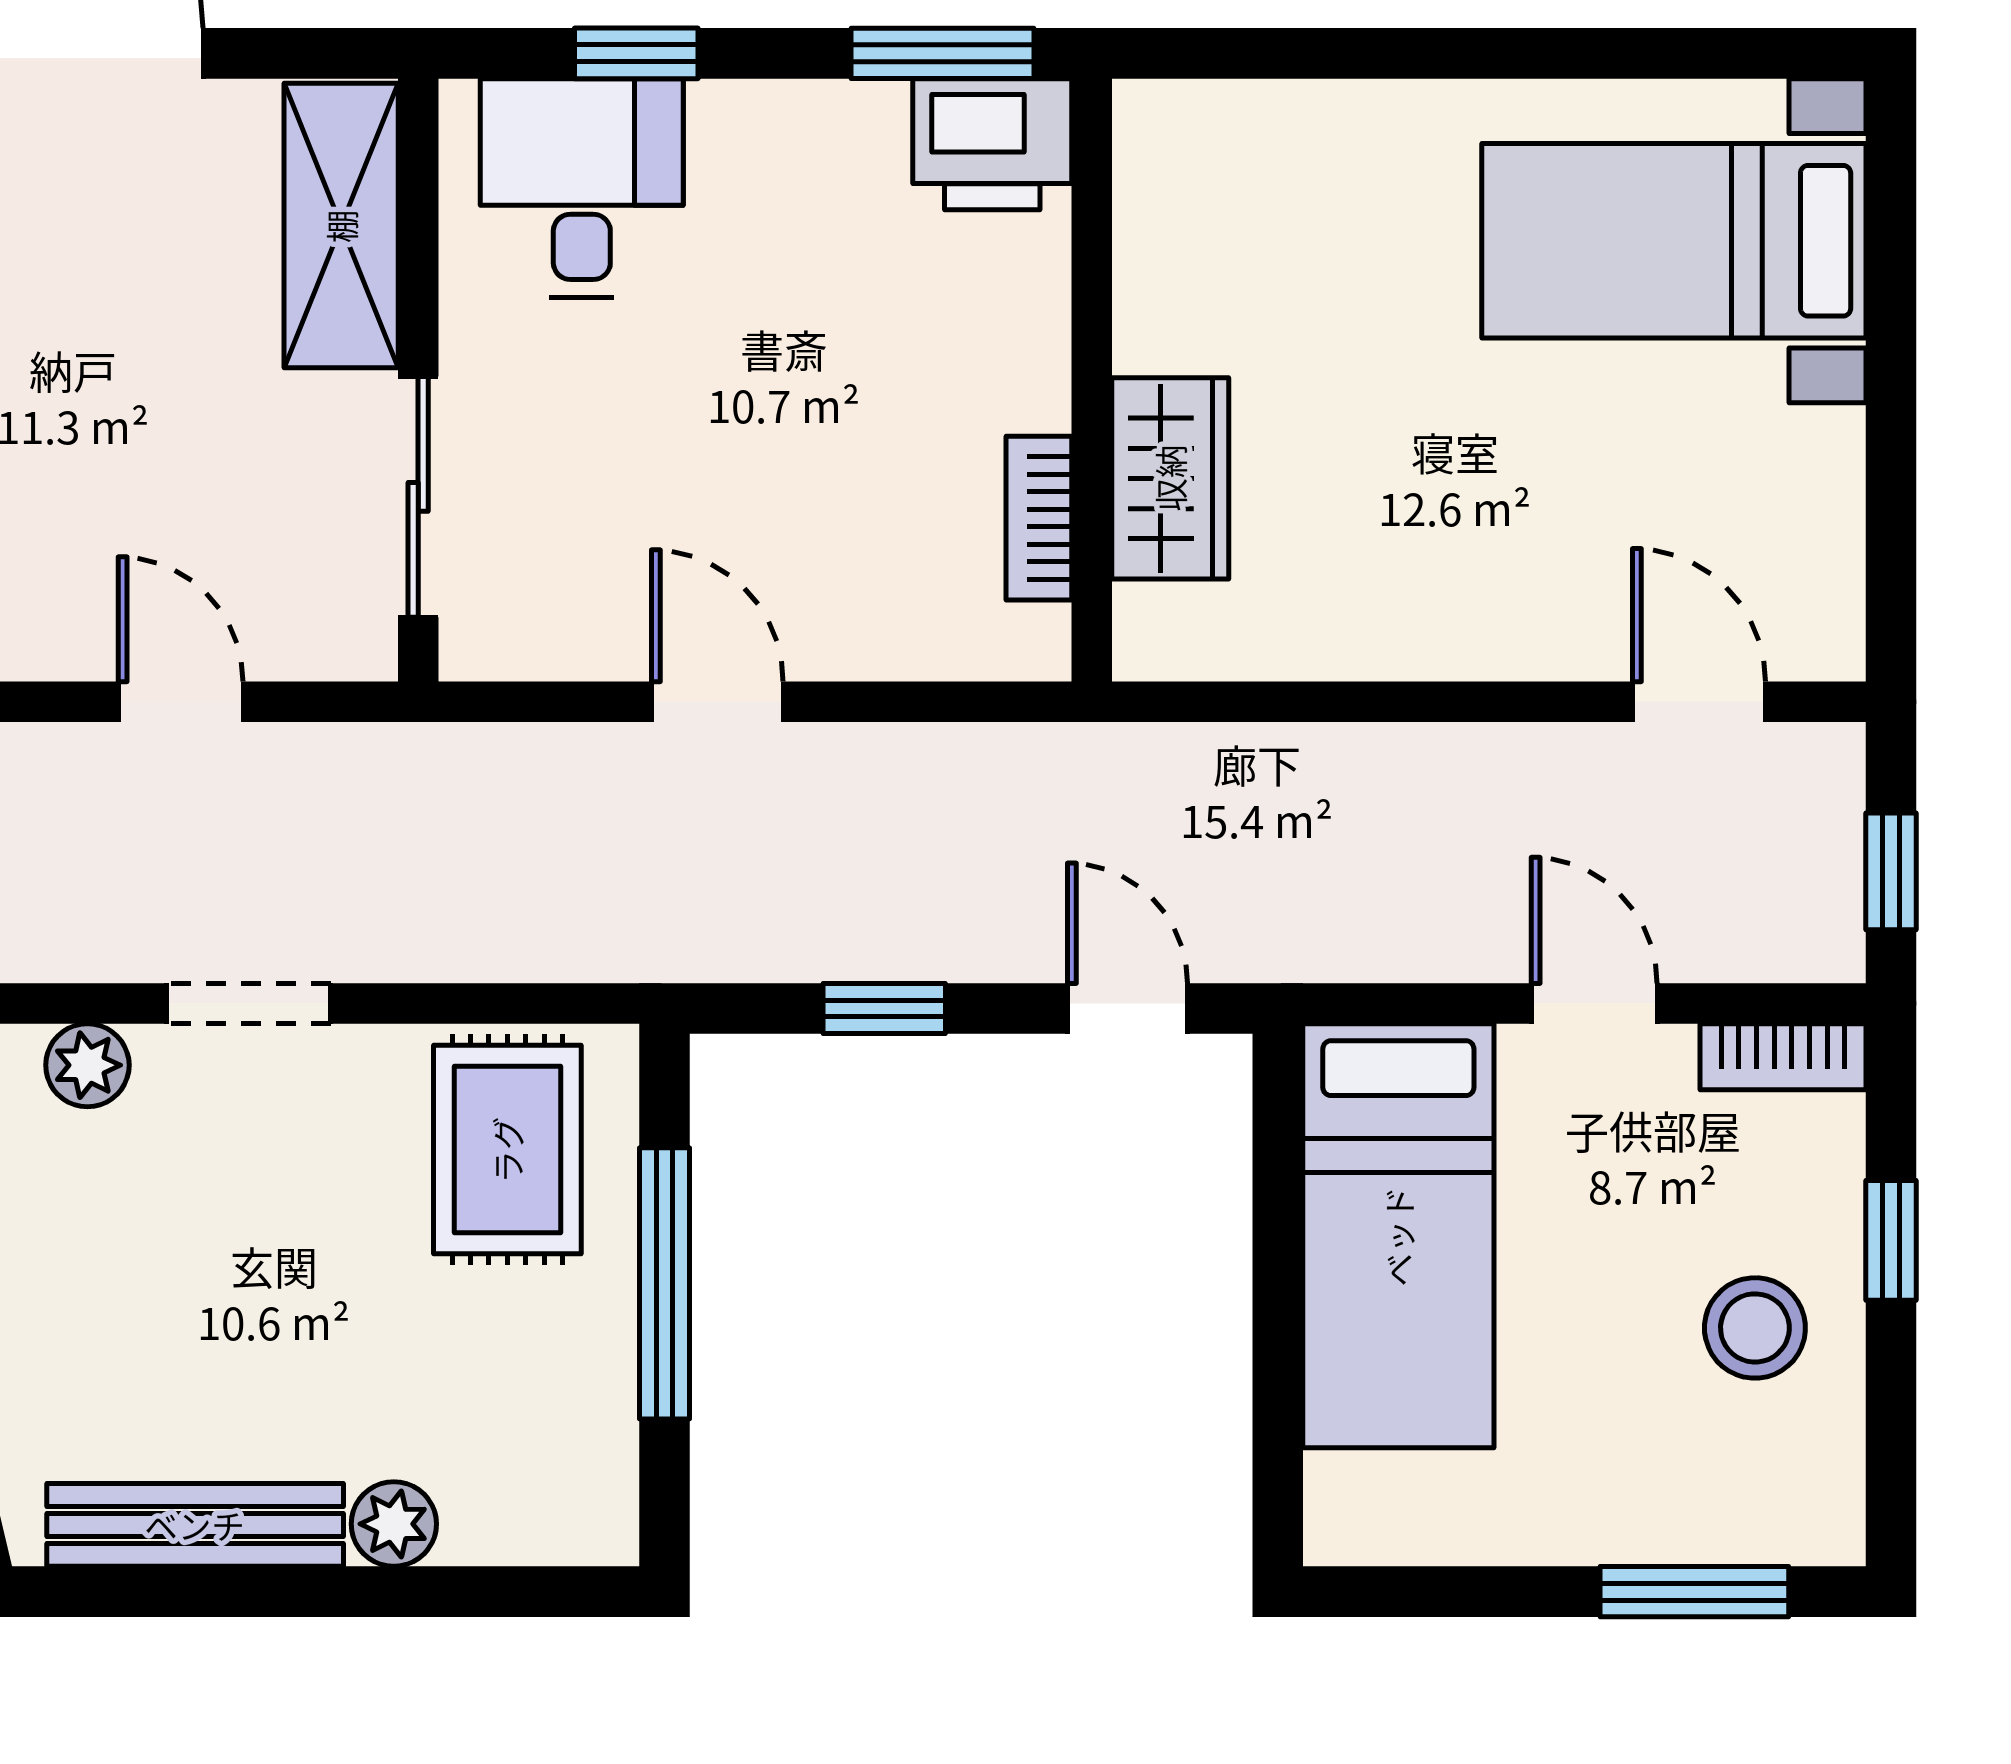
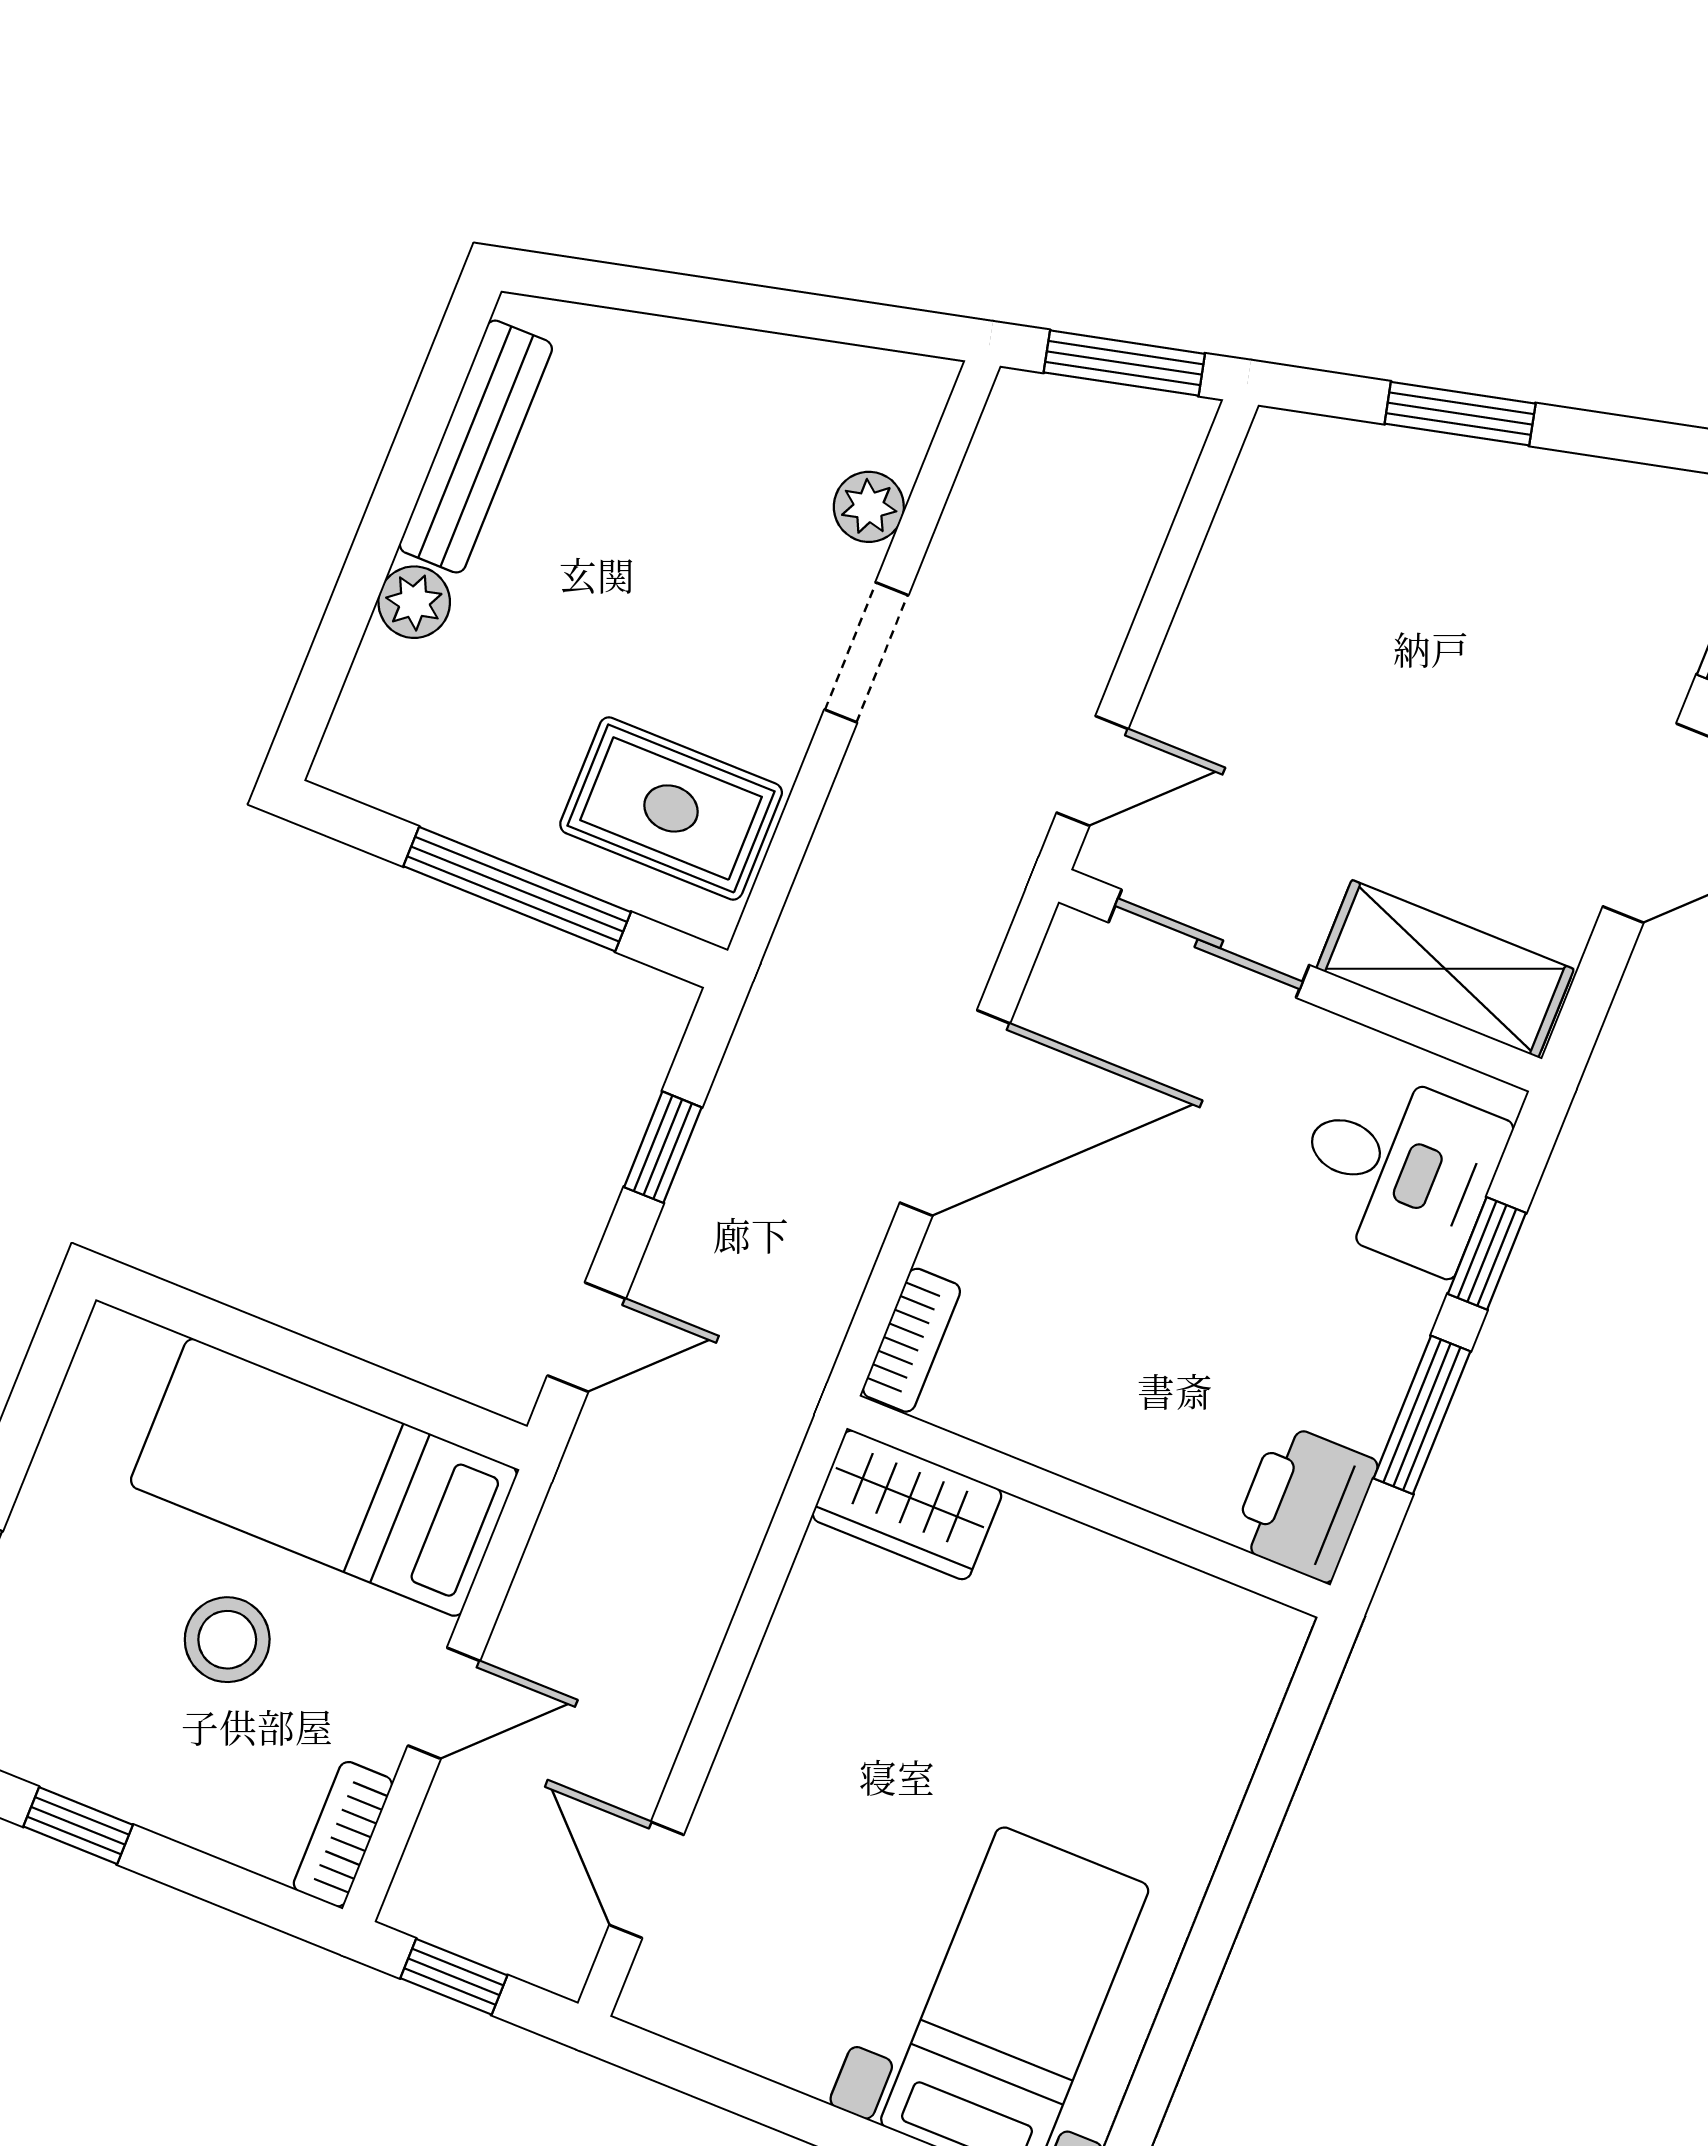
window: (943, 53) -> (1422, 1415), moved
wardrobe: (1170, 478) -> (907, 1505), moved
bookcase: (1039, 518) -> (912, 1340), moved, turned 90
door: (181, 702) -> (1092, 771), moved
door: (717, 702) -> (955, 1113), width x1.87
door: (1699, 702) -> (647, 1880), swing flipped
window: (1891, 1240) -> (78, 1826), moved
stool: (1755, 1328) -> (227, 1640), moved

